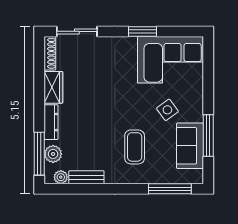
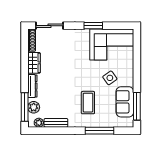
window: (208, 135) -> (137, 106), moved
window: (170, 189) -> (99, 131), moved

